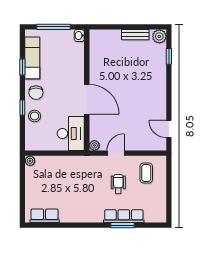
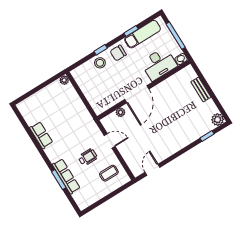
bench: (135, 35) -> (201, 90), moved
desk: (71, 133) -> (159, 64), moved
plant: (94, 145) -> (120, 112), moved
row of seats: (45, 216) -> (41, 135), moved

